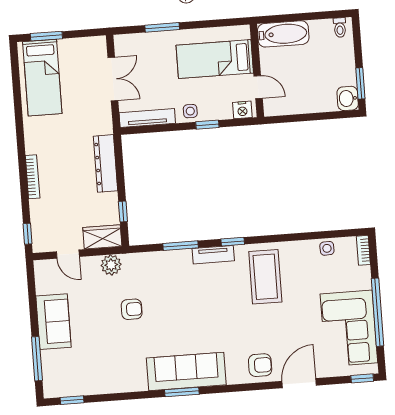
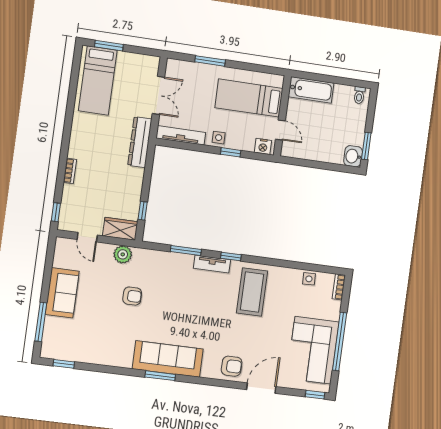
dresser: (106, 163) -> (140, 142), moved
bookcase: (33, 177) -> (70, 171), width x0.64

